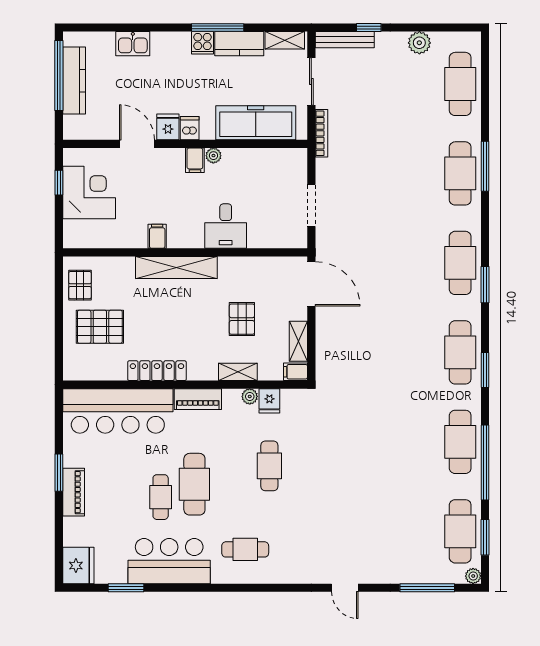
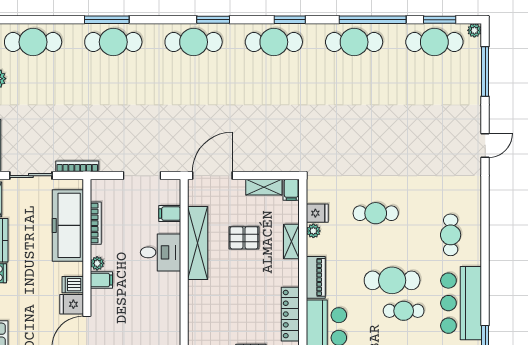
bookcase: (258, 154) -> (96, 223), added
filing cabinet: (157, 236) -> (170, 214), moved
shelving: (176, 267) -> (198, 243), moved

